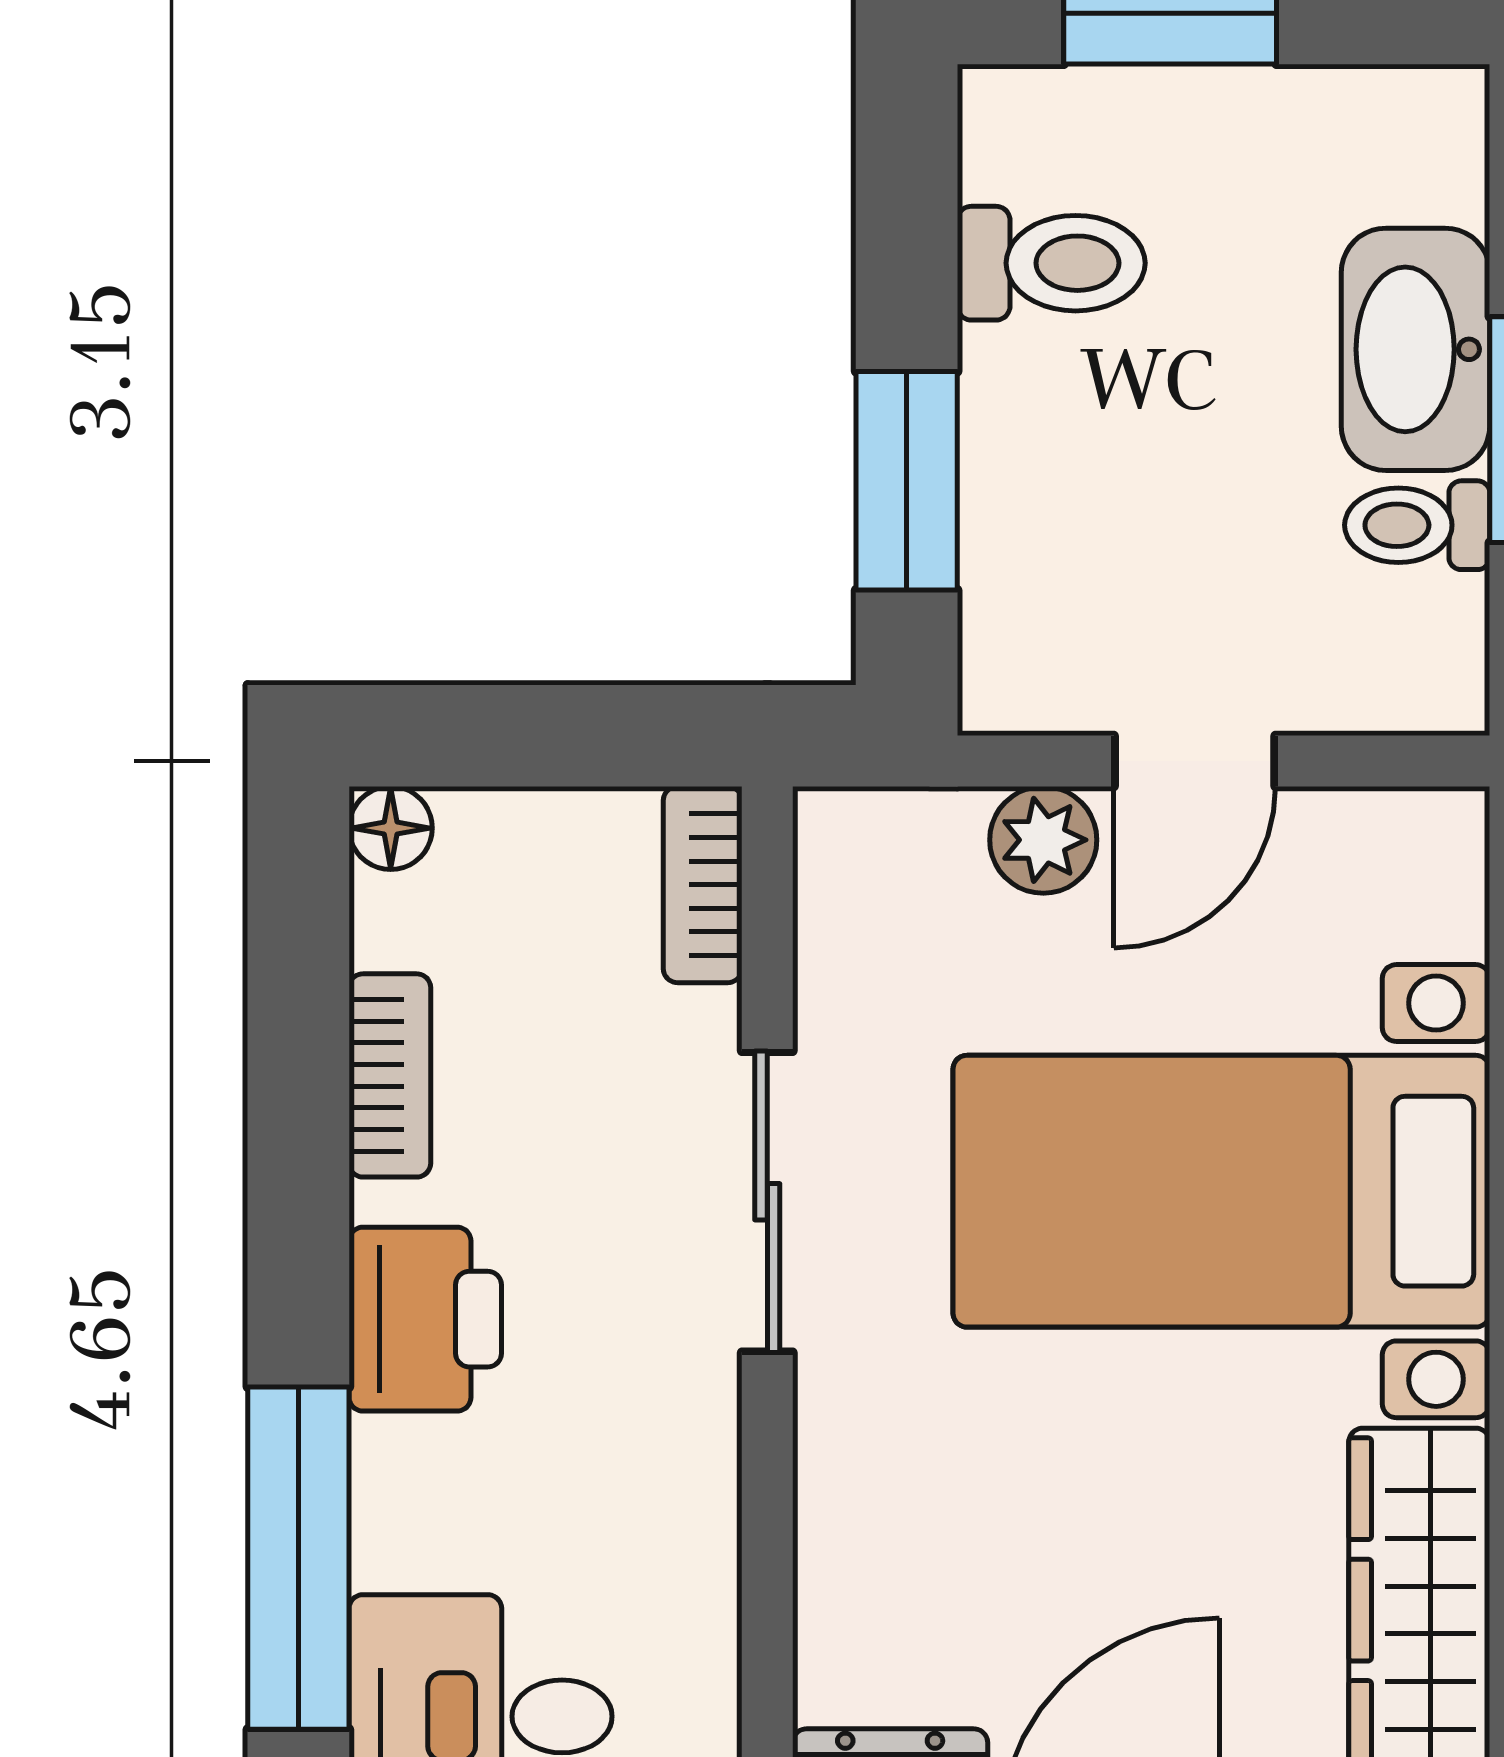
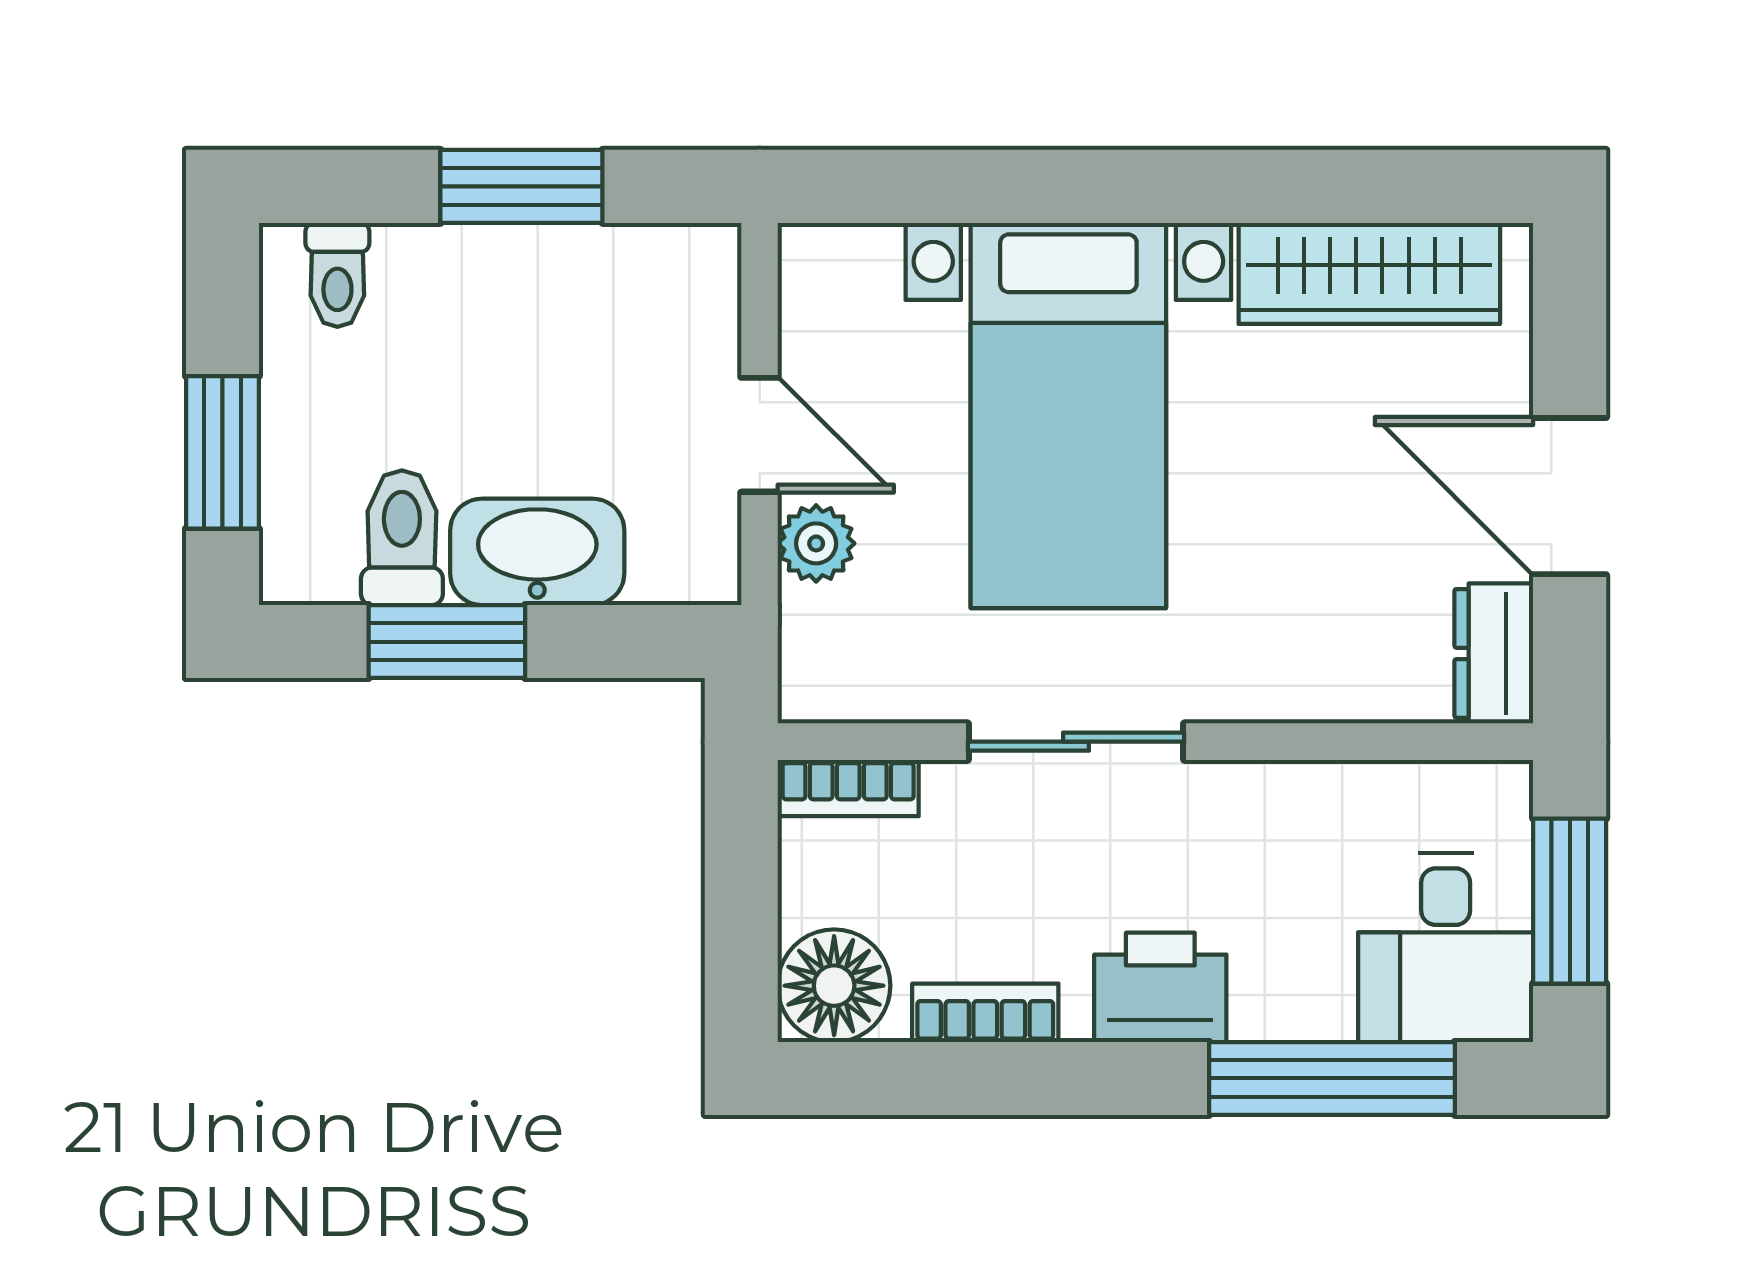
washbasin: (1416, 349) -> (537, 552), moved, turned 180
window: (907, 481) -> (447, 642), moved
toilet: (1417, 525) -> (337, 275), moved
floor lamp: (391, 828) -> (834, 986), width x1.89, depth x1.89

